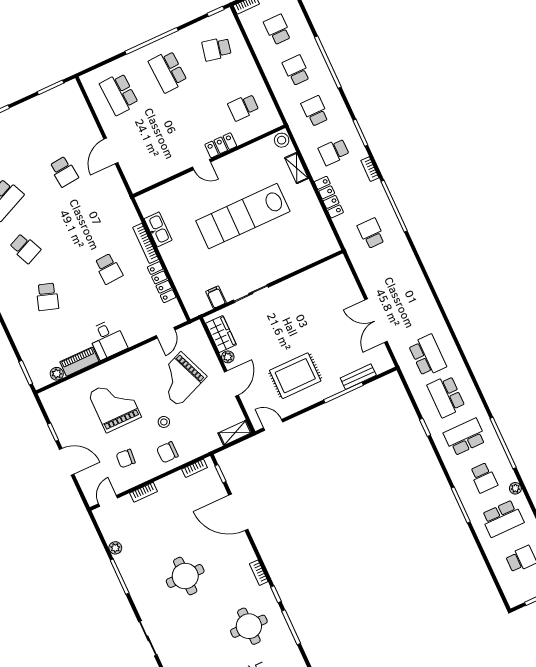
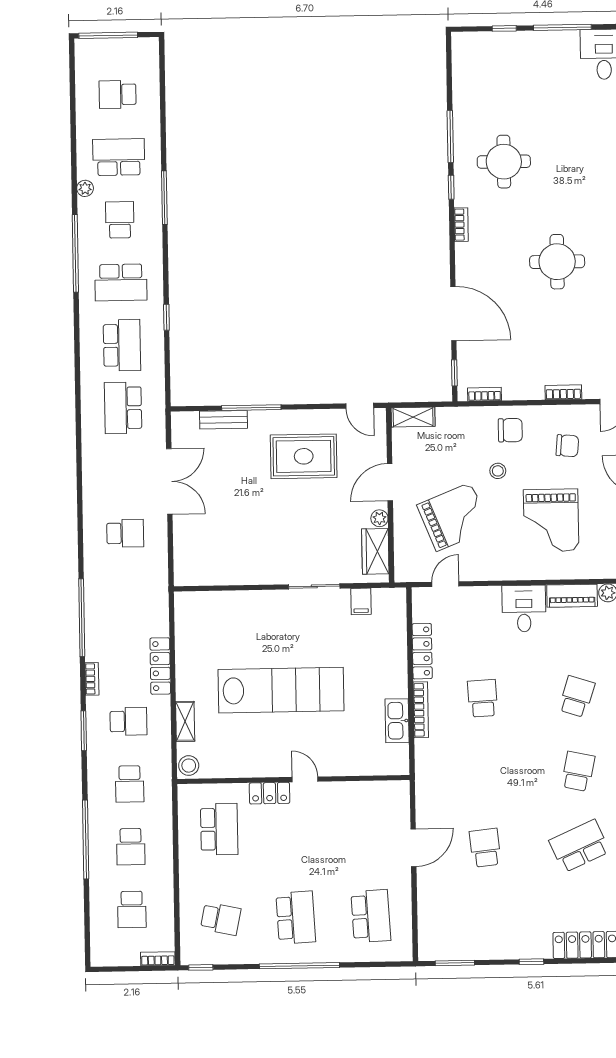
school desk: (243, 107) -> (219, 829), width x1.85
school desk: (371, 233) -> (125, 533), moved, turned -90
school desk: (25, 248) -> (578, 771), turned 36

